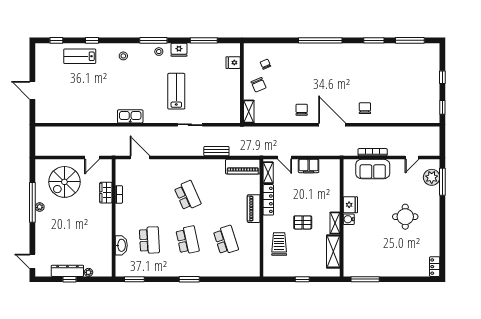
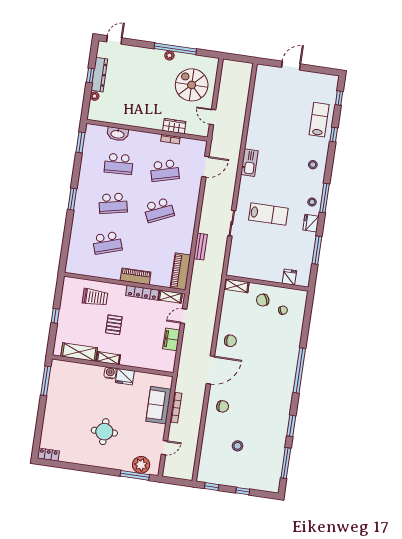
stool: (400, 88) -> (238, 446), added
door: (412, 158) -> (164, 448), swing flipped
school desk: (149, 196) -> (165, 171), added

